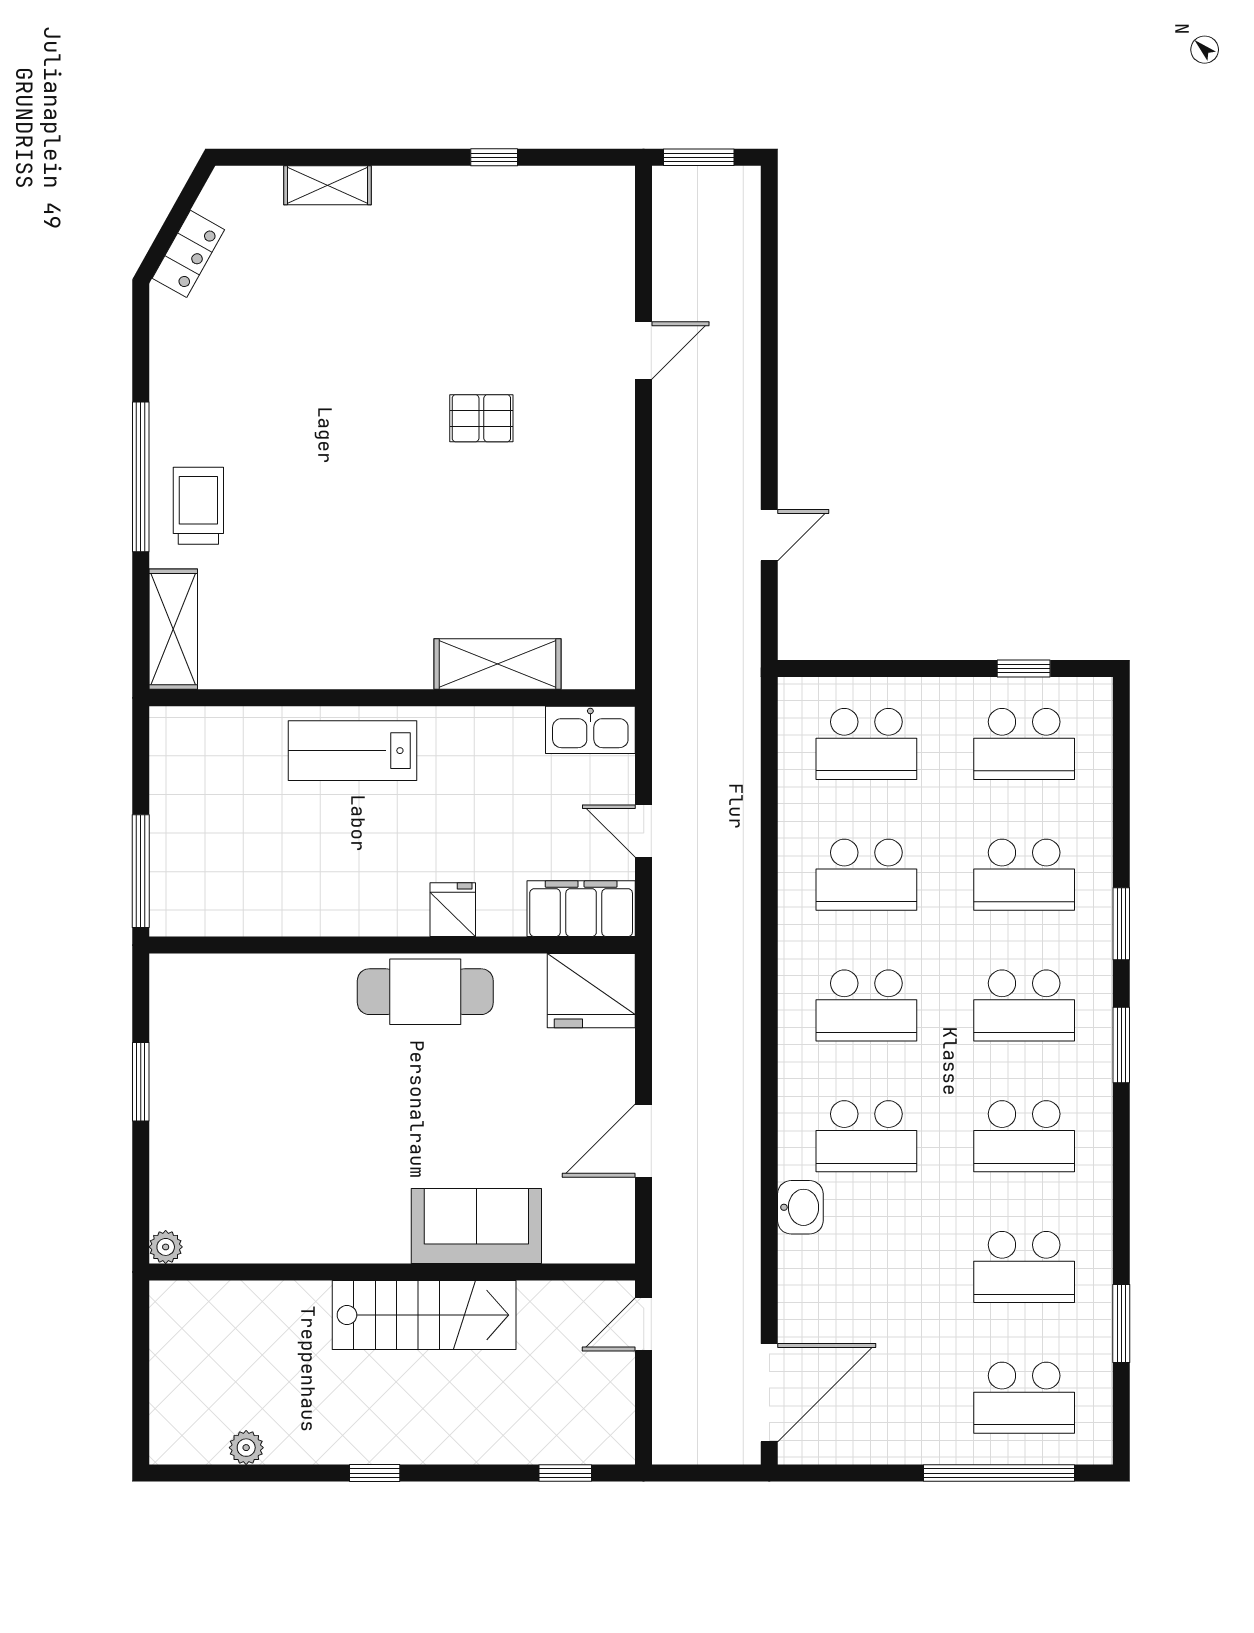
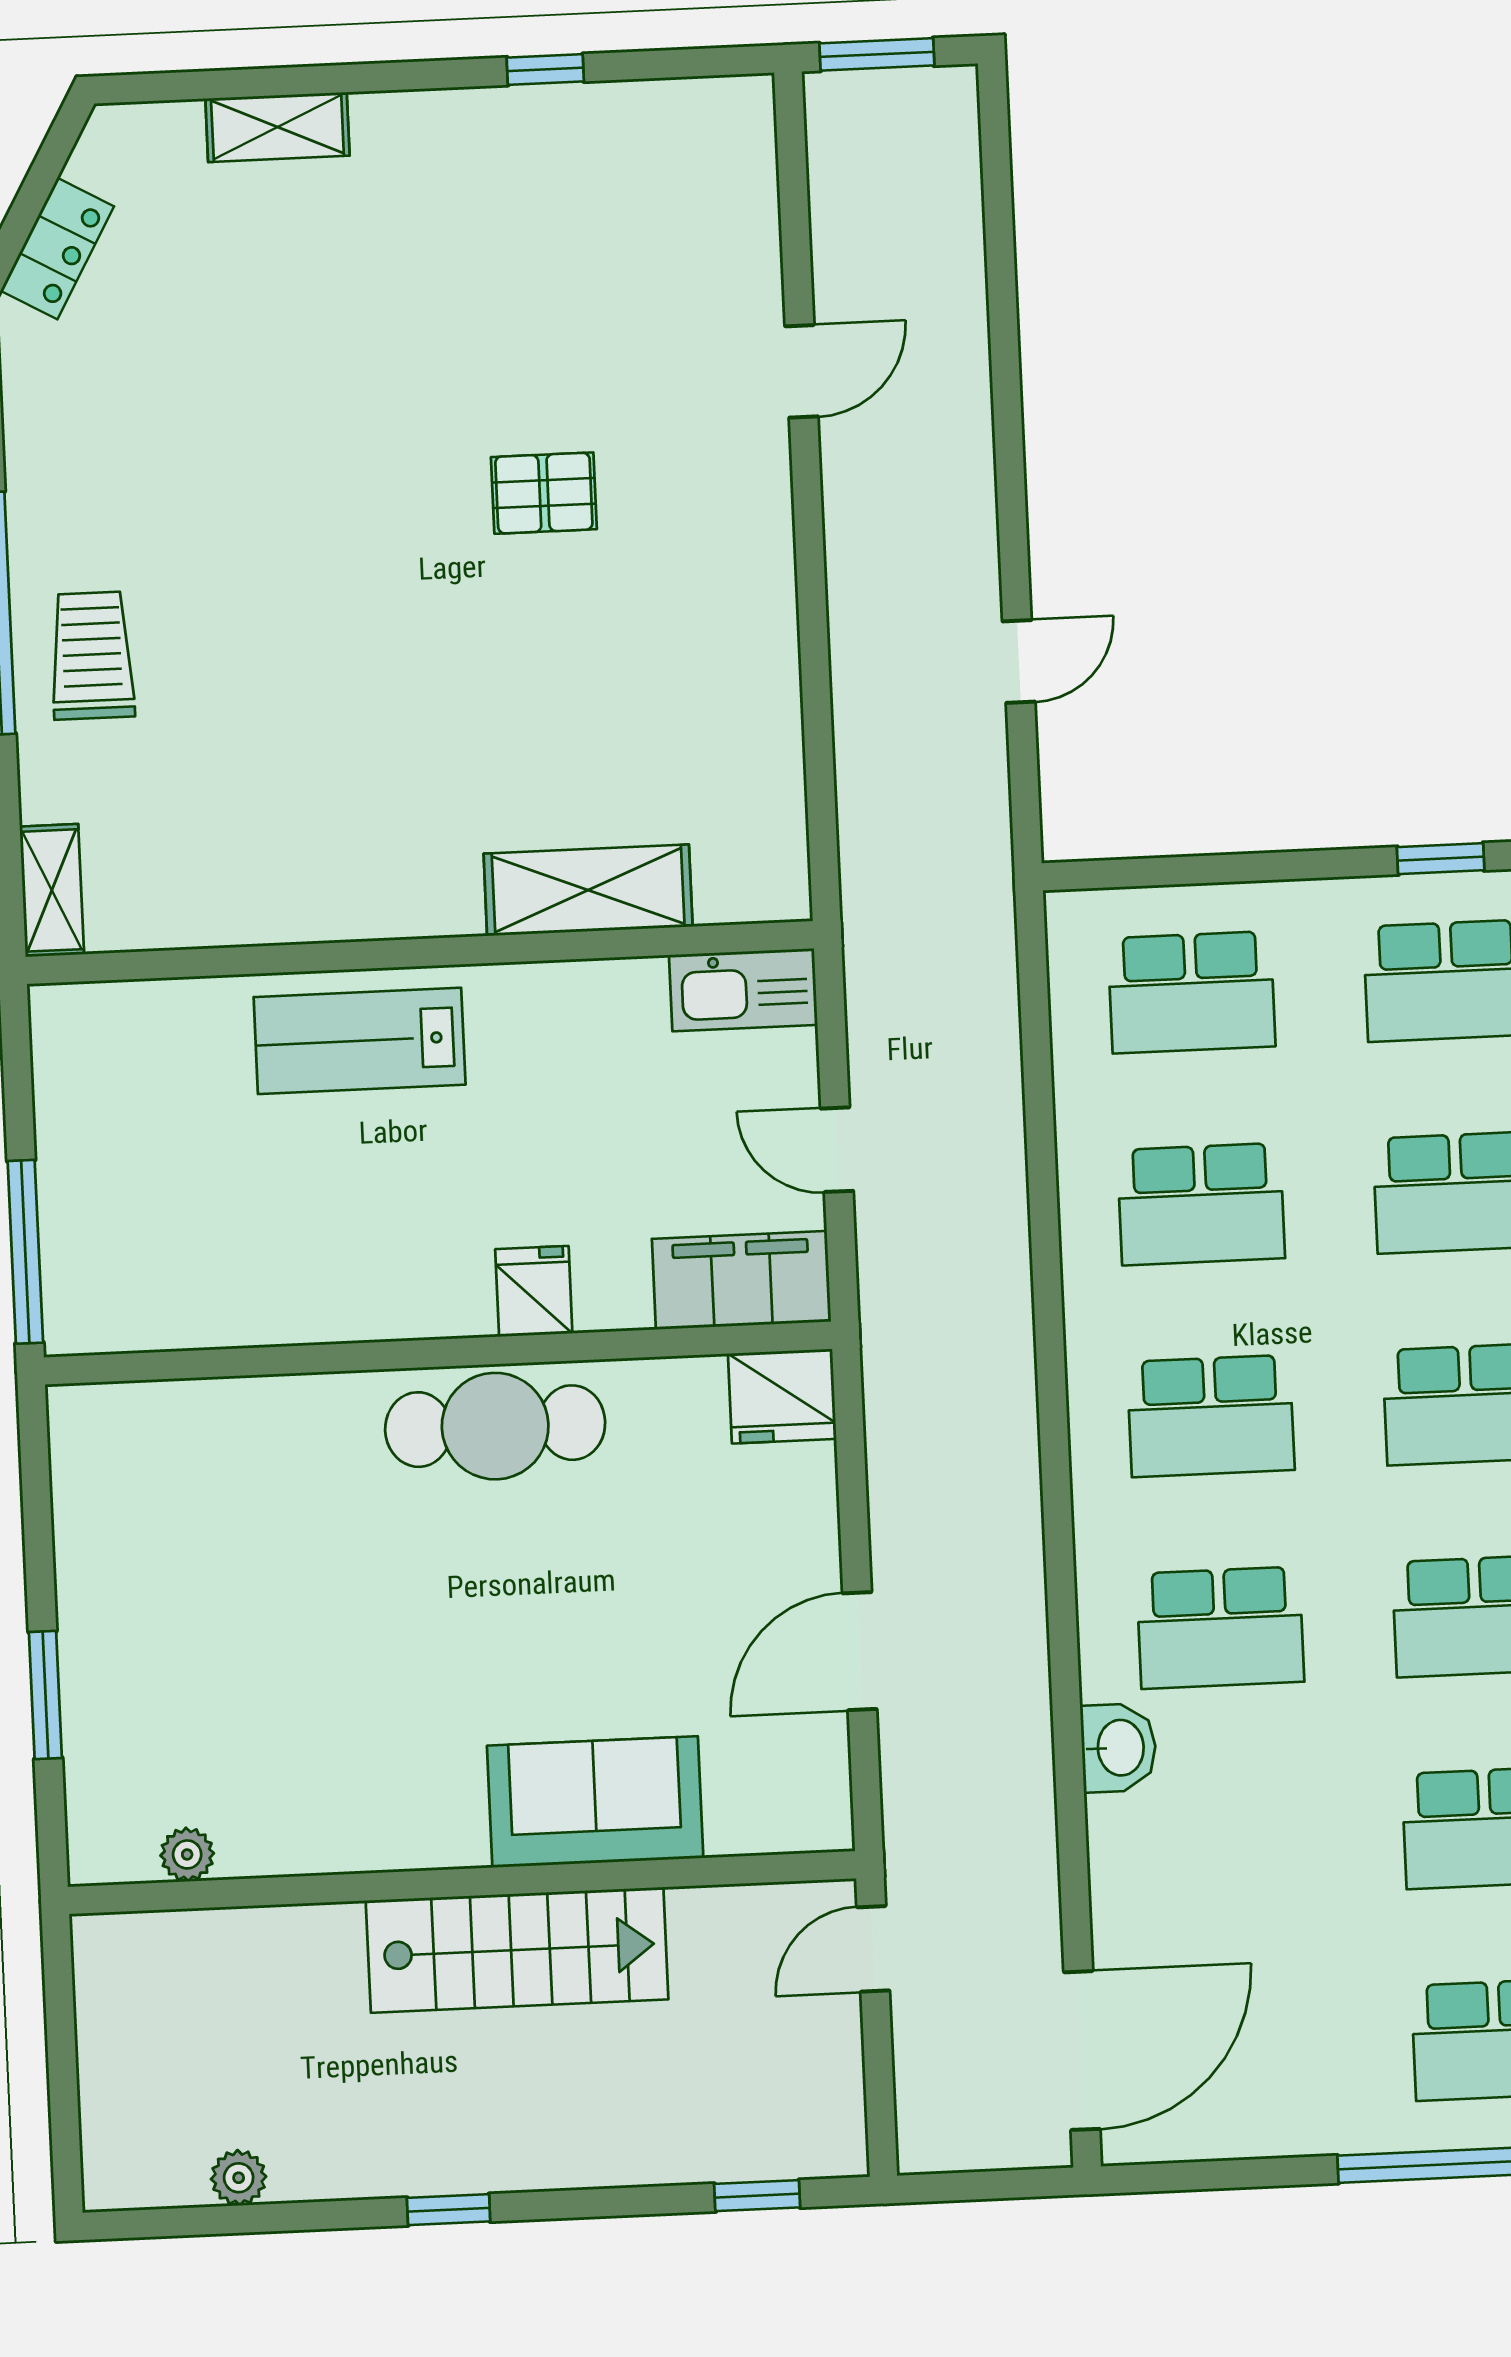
shelving: (173, 629) -> (52, 890), width x0.67, depth x0.75
fridge: (591, 991) -> (782, 1396), width x0.73, depth x0.75
window: (141, 1082) -> (45, 1695), moved
plant: (166, 1247) -> (187, 1854), moved

